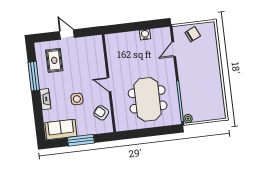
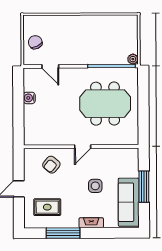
armchair: (101, 113) -> (51, 165), moved
sofa: (61, 129) -> (129, 202), width x1.36

